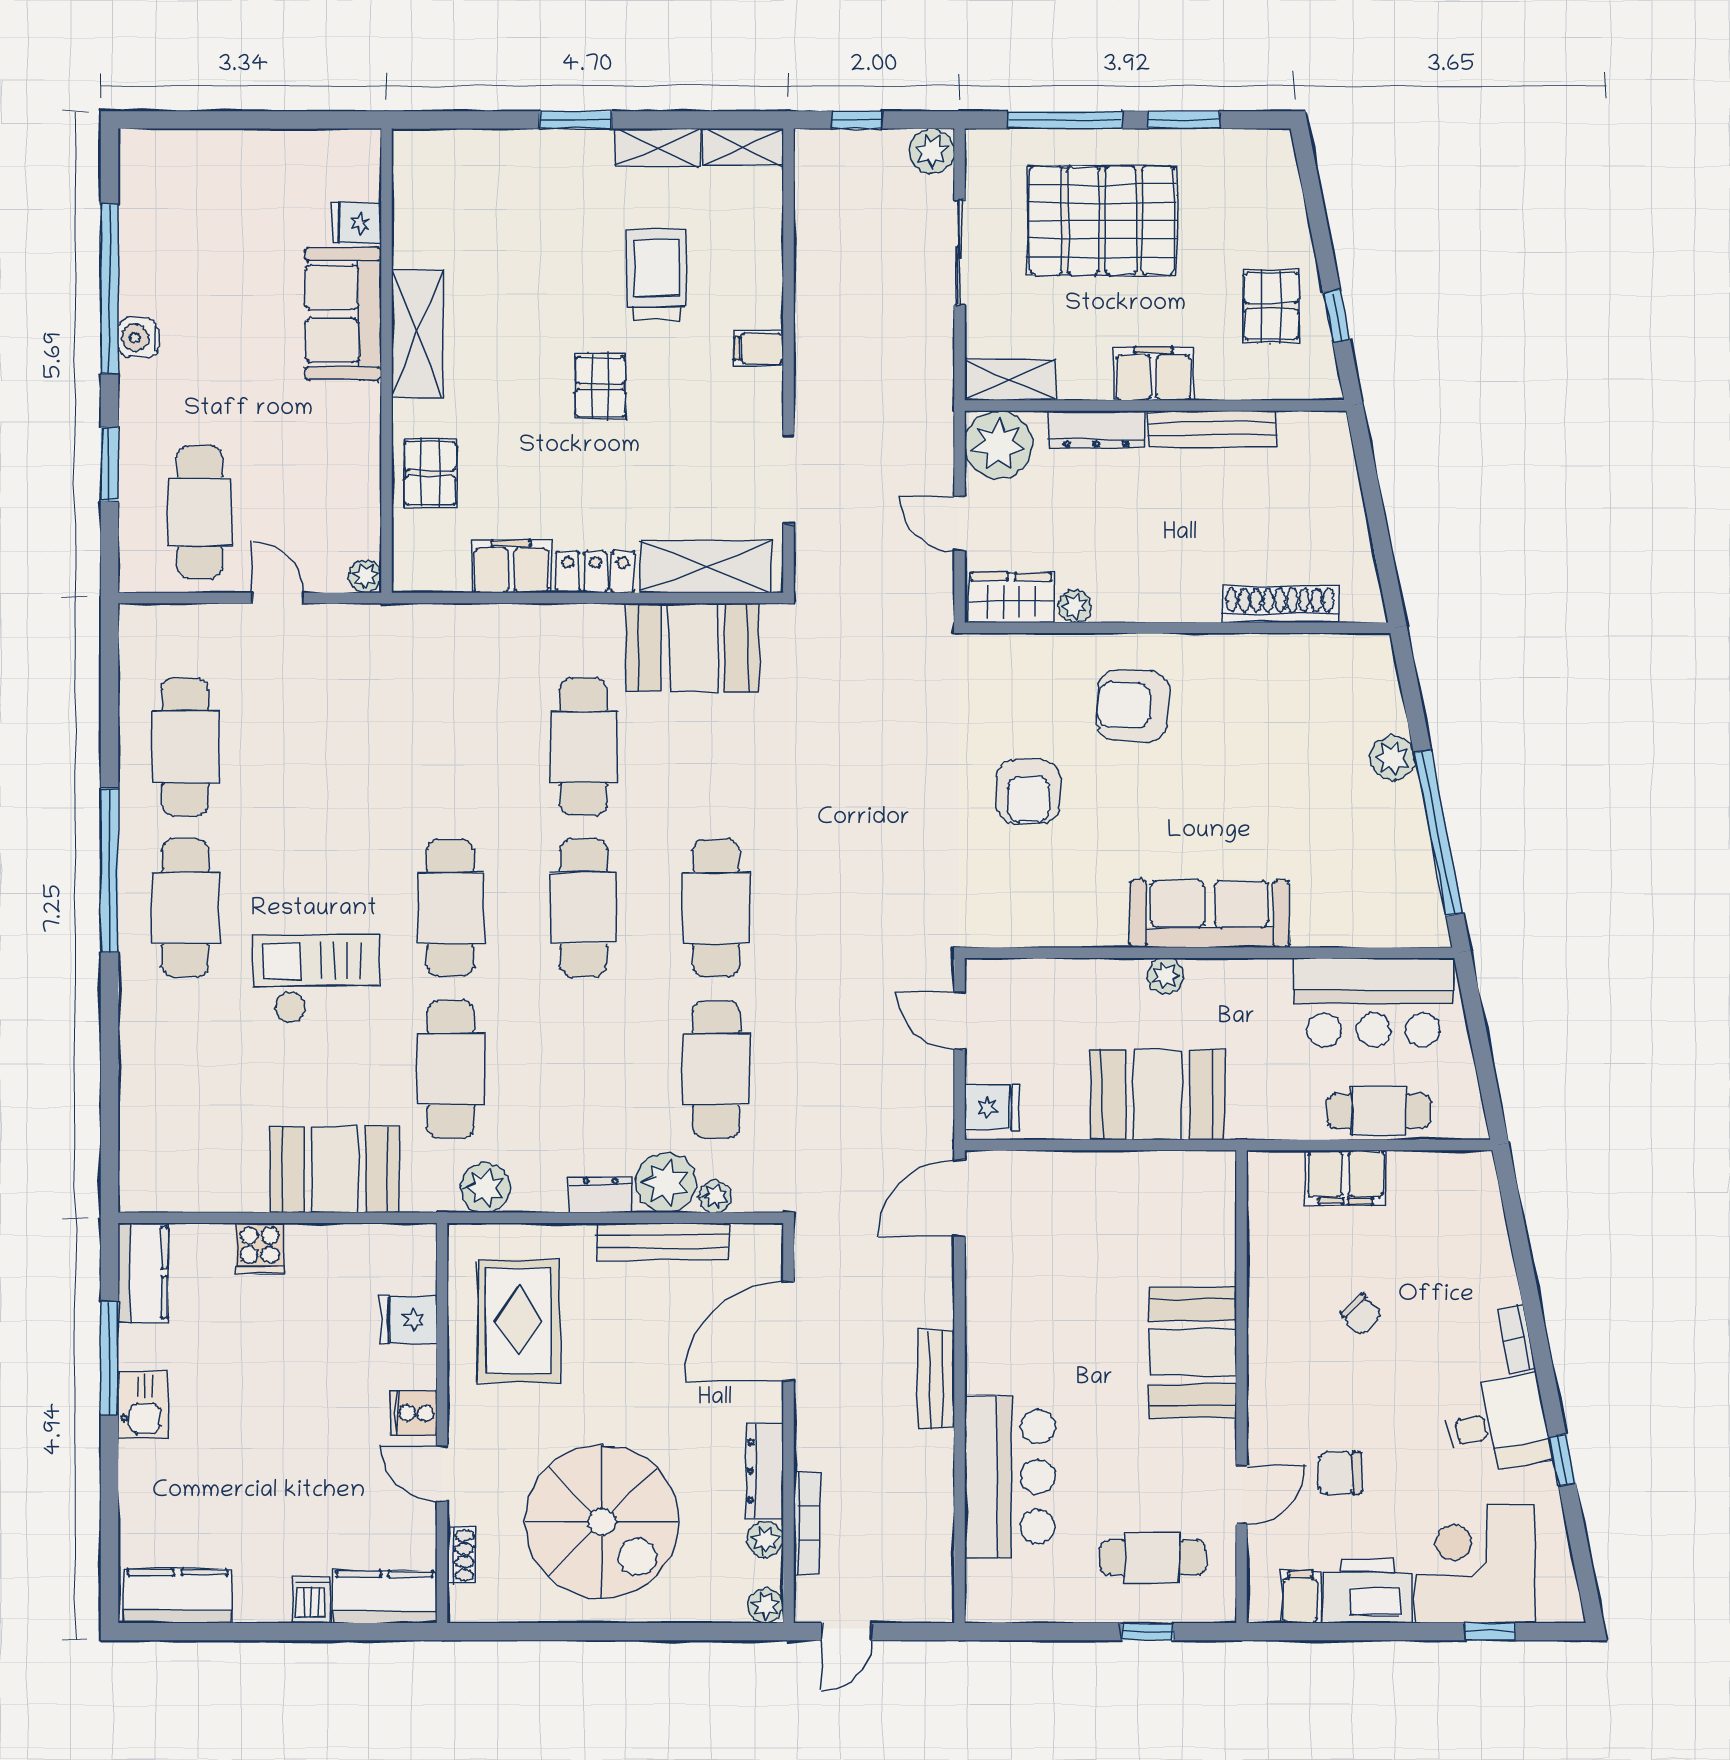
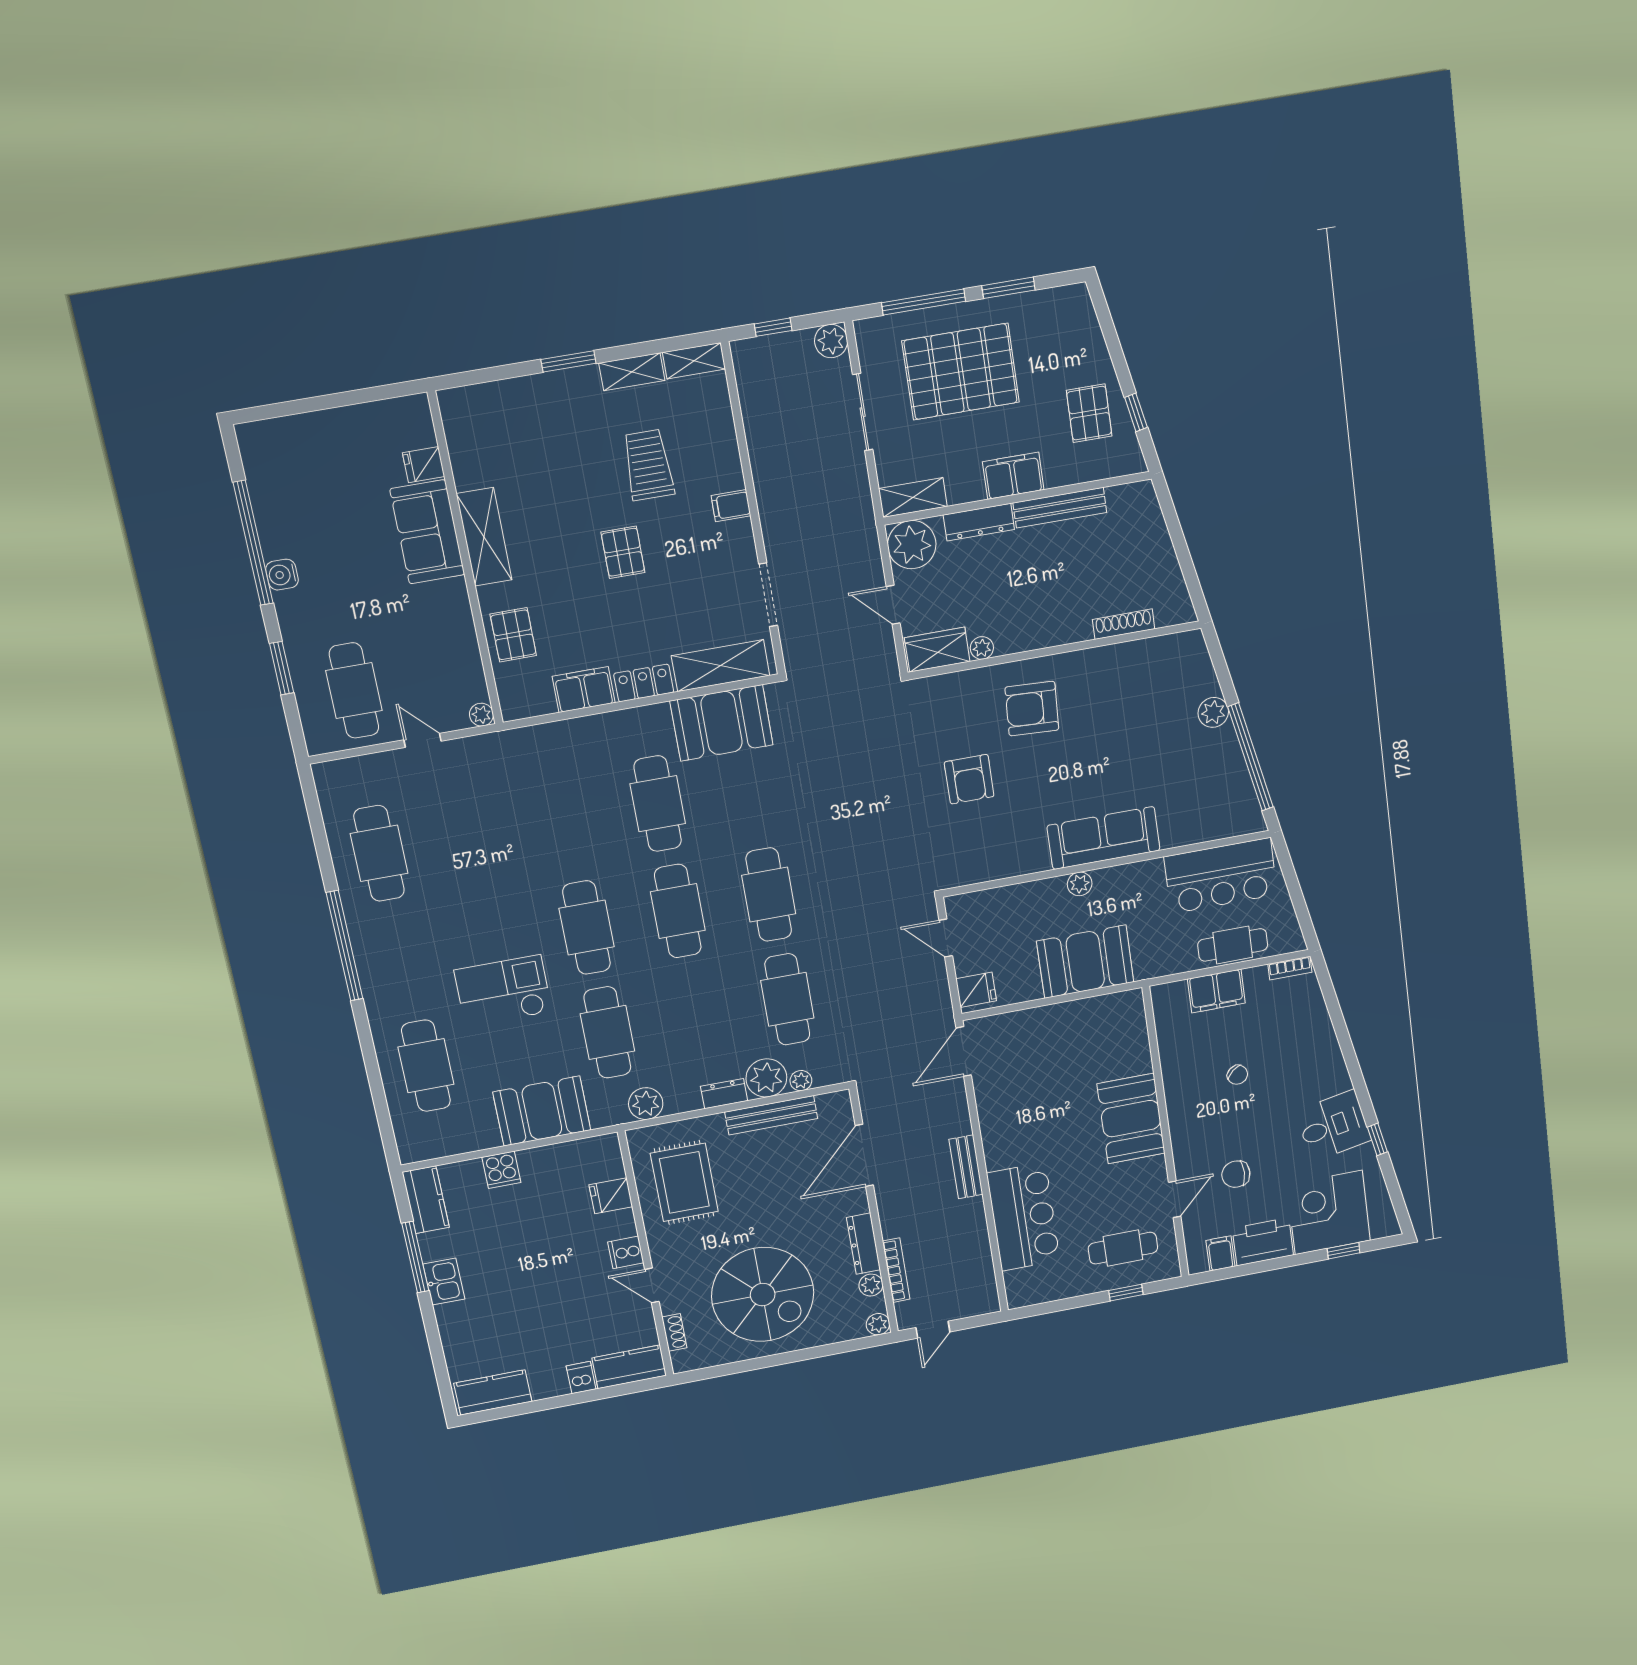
shoe rack: (1280, 604) -> (1124, 624), width x0.74, depth x0.81
cafe table: (185, 908) -> (426, 1066), moved
bookcase: (1517, 1339) -> (1290, 968), moved, turned -79

